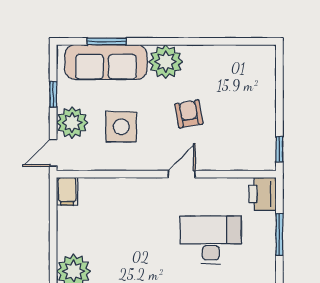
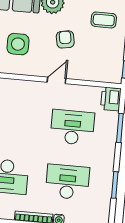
coffee table: (242, 81) -> (104, 20), added

